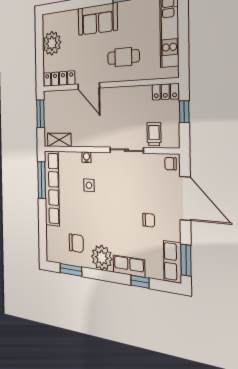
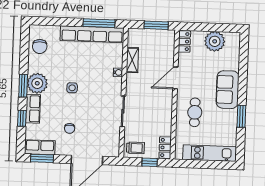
locker: (59, 79) -> (184, 41), width x0.66
trolley: (154, 134) -> (135, 148), moved
shelving: (59, 140) -> (132, 60), moved
chair: (171, 164) -> (112, 149), removed
side table: (89, 185) -> (72, 88), moved
chair: (76, 243) -> (40, 47), moved
window: (71, 270) -> (23, 86), moved

